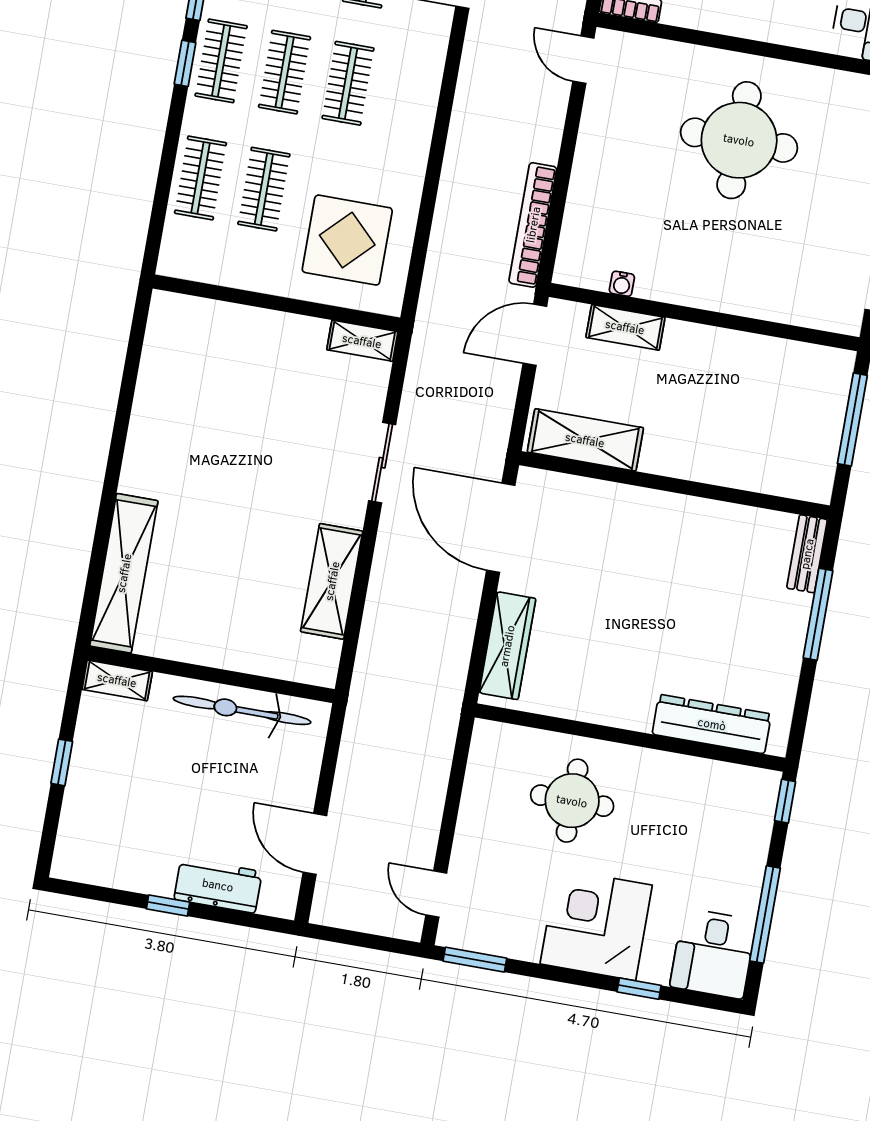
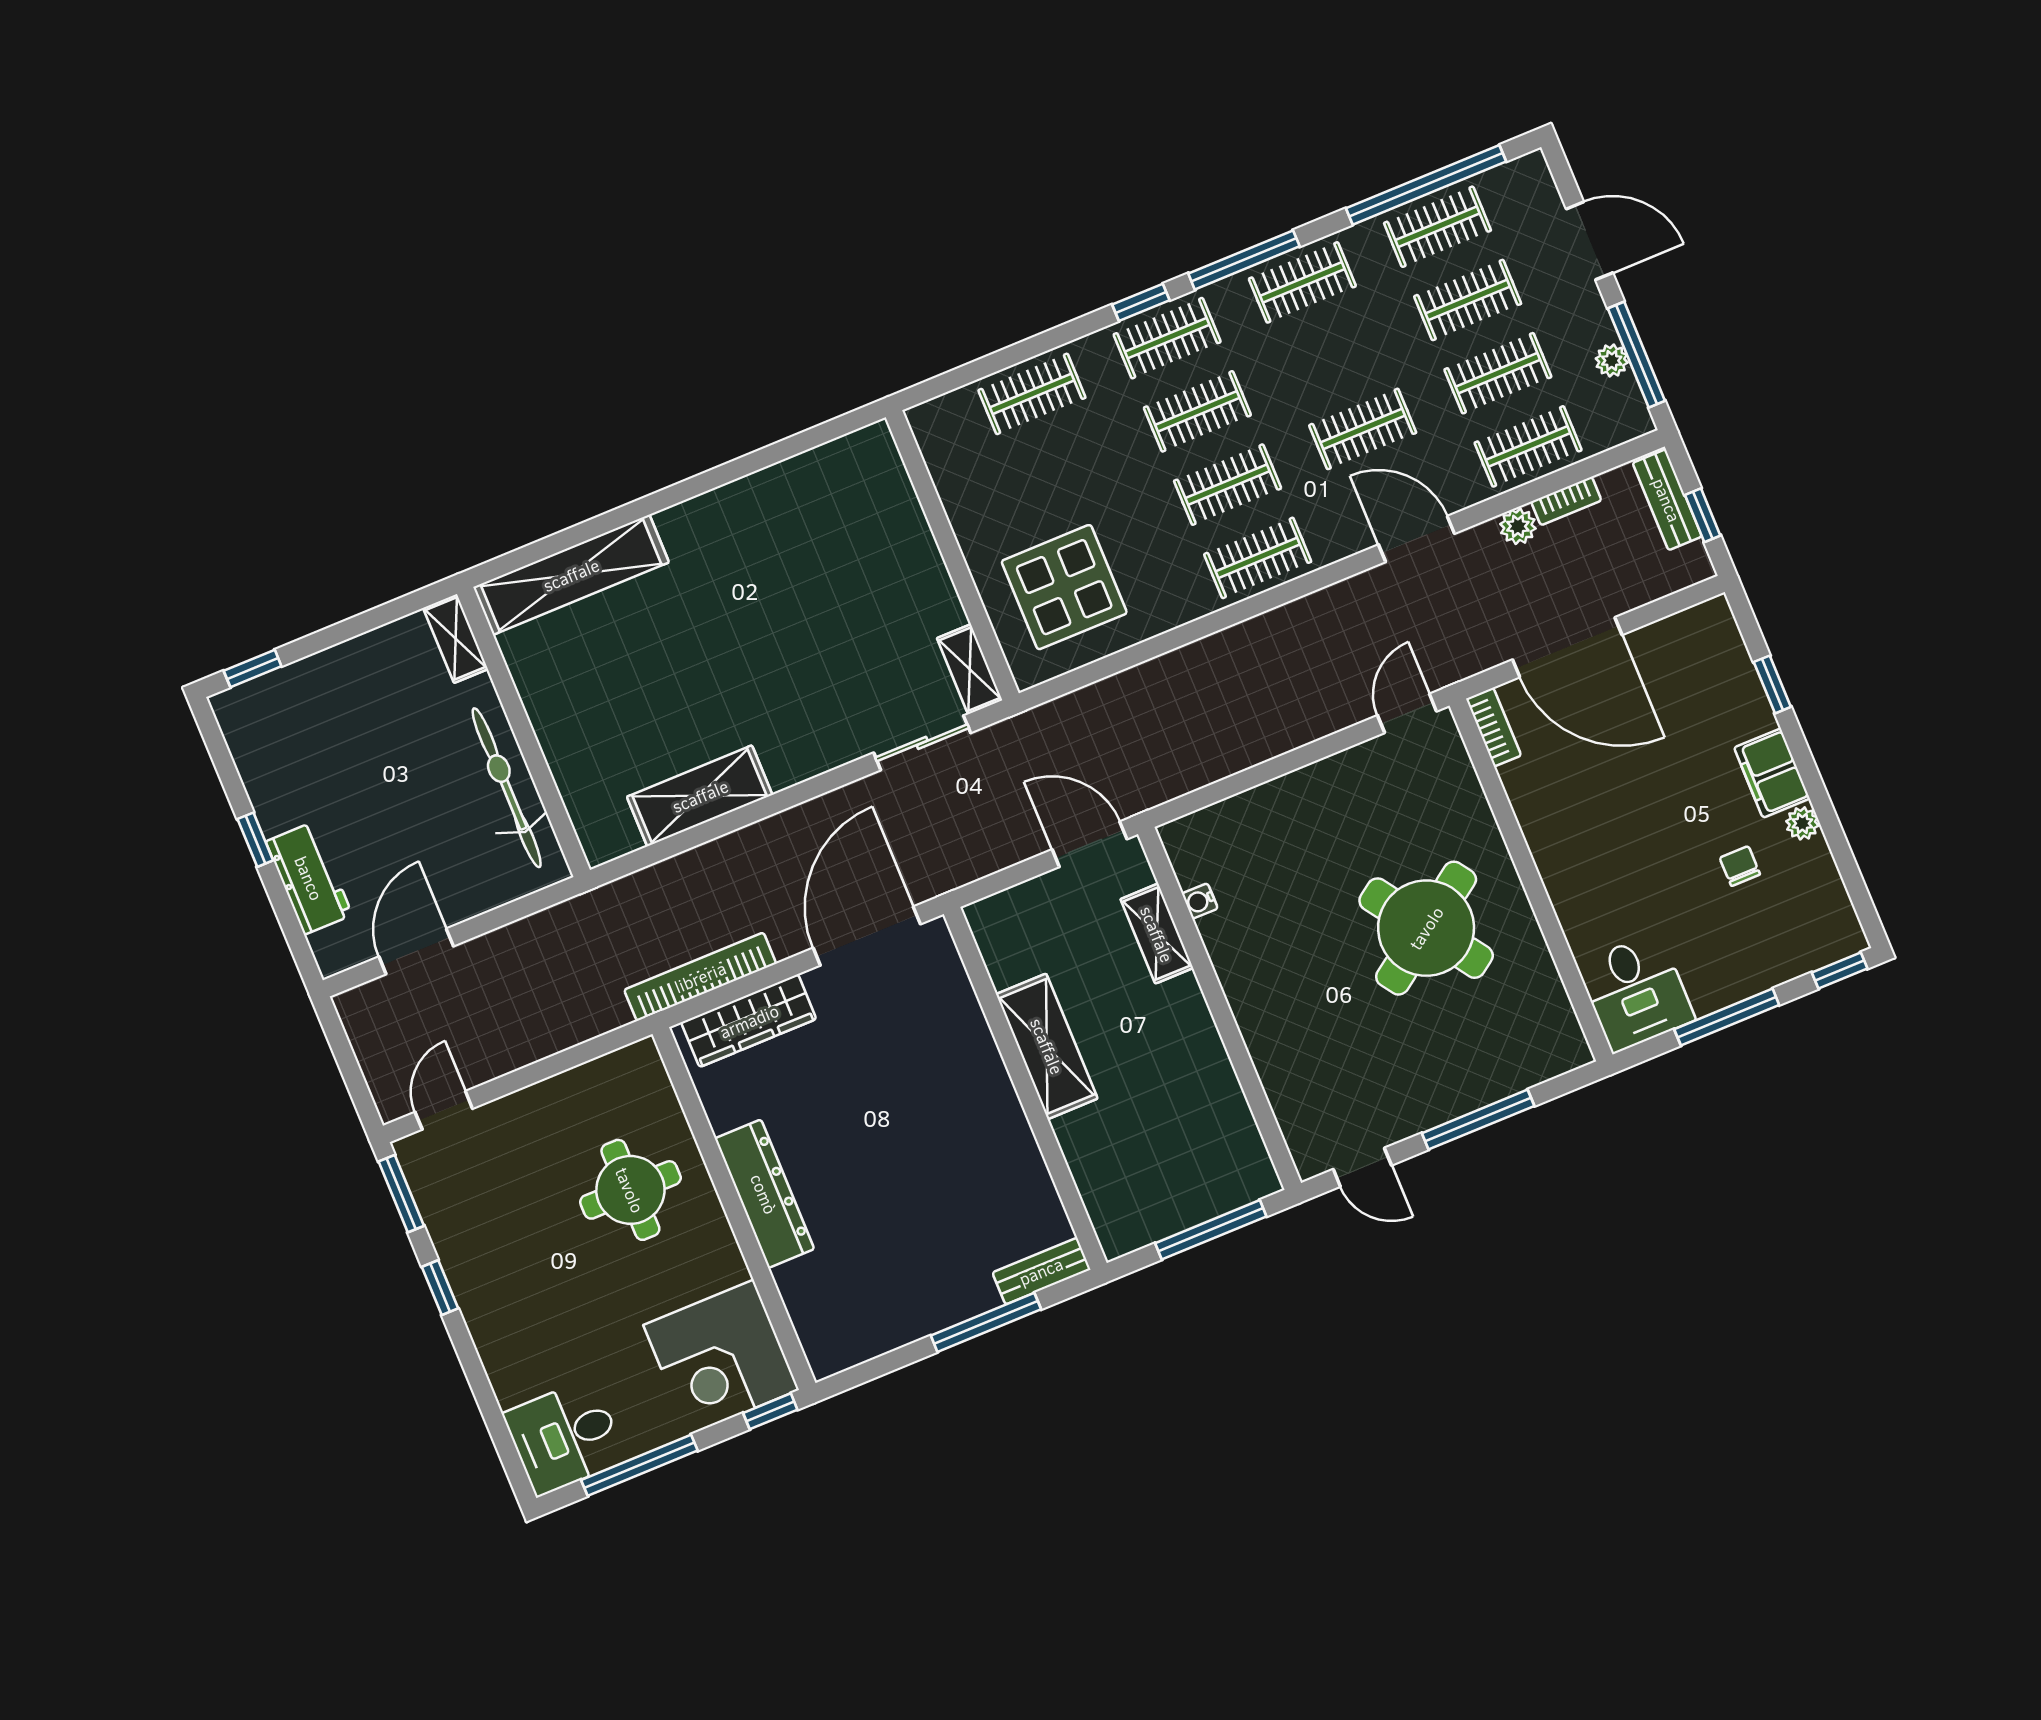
round table: (739, 140) -> (1426, 928), turned -35
clothes rail: (264, 189) -> (1258, 558), moved
bookcase: (533, 225) -> (700, 977), moved
shelving: (585, 440) -> (1047, 1046), moved
sliding door: (382, 463) -> (922, 743), moved
dresser: (712, 724) -> (764, 1194), moved
window: (62, 762) -> (253, 669), moved
corner desk: (596, 924) -> (721, 1357), moved, turned 180
window: (639, 989) -> (440, 1288), moved

